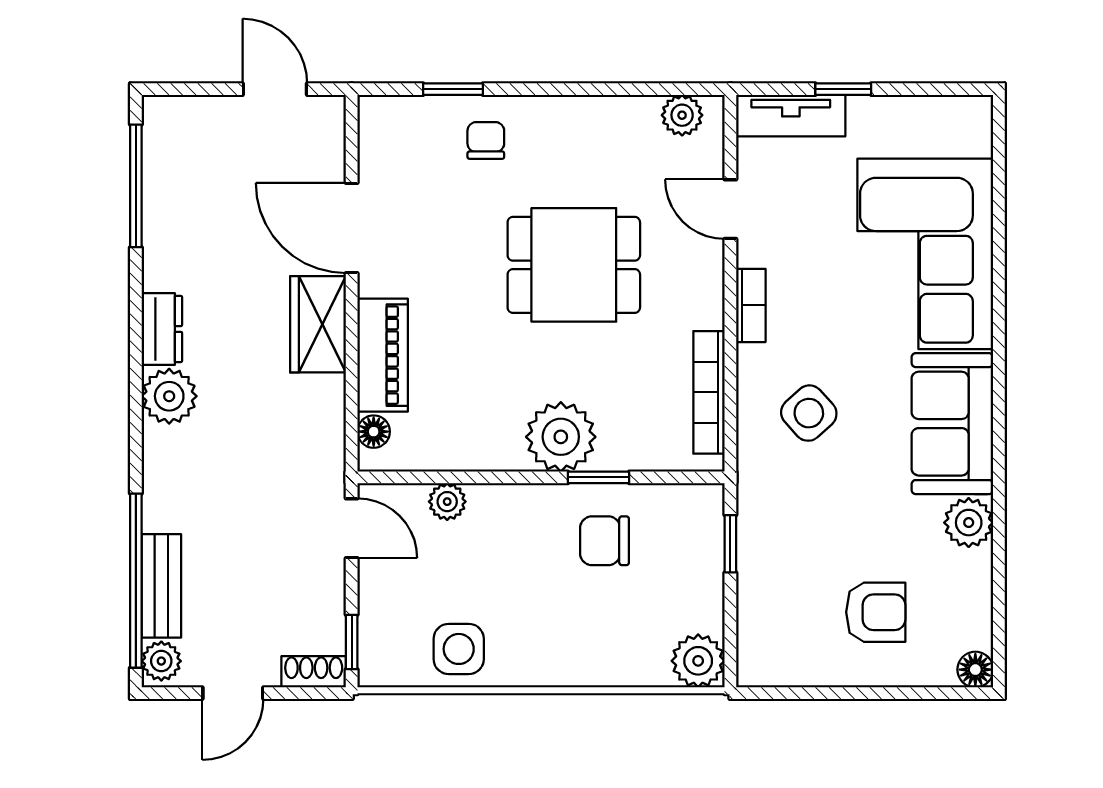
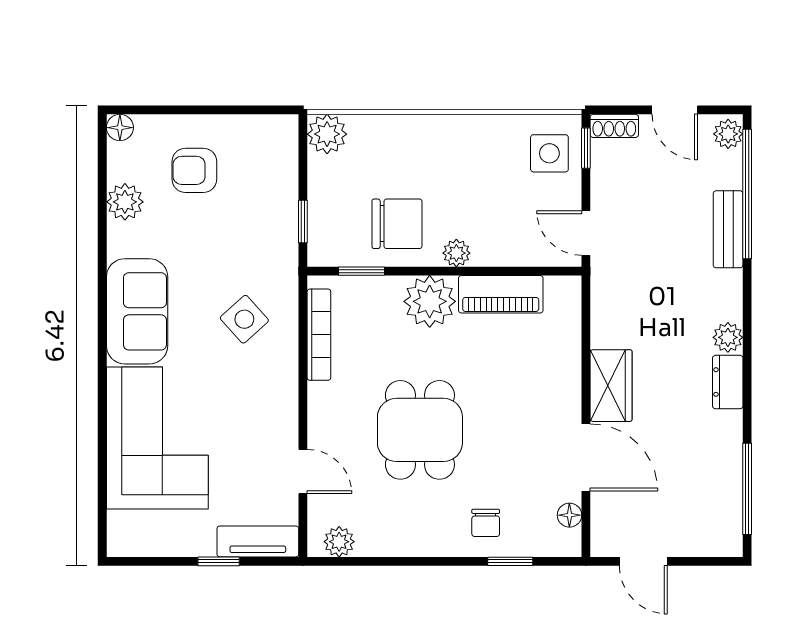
dining table: (574, 265) -> (420, 430), turned 90
bookcase: (751, 305) -> (288, 400), removed
piano: (383, 355) -> (501, 294), moved, turned -90
plant: (169, 396) -> (728, 337), width x0.73, depth x0.73
floor lamp: (374, 432) -> (569, 515), moved
window: (599, 477) -> (361, 271), moved
plant: (447, 502) -> (456, 253), moved
plant: (969, 523) -> (125, 202), moved
chair: (605, 541) -> (397, 224), width x1.37, depth x1.37
bench: (161, 586) -> (728, 229), moved
side table: (459, 649) -> (549, 153), moved
door: (233, 693) -> (675, 110), swing flipped

